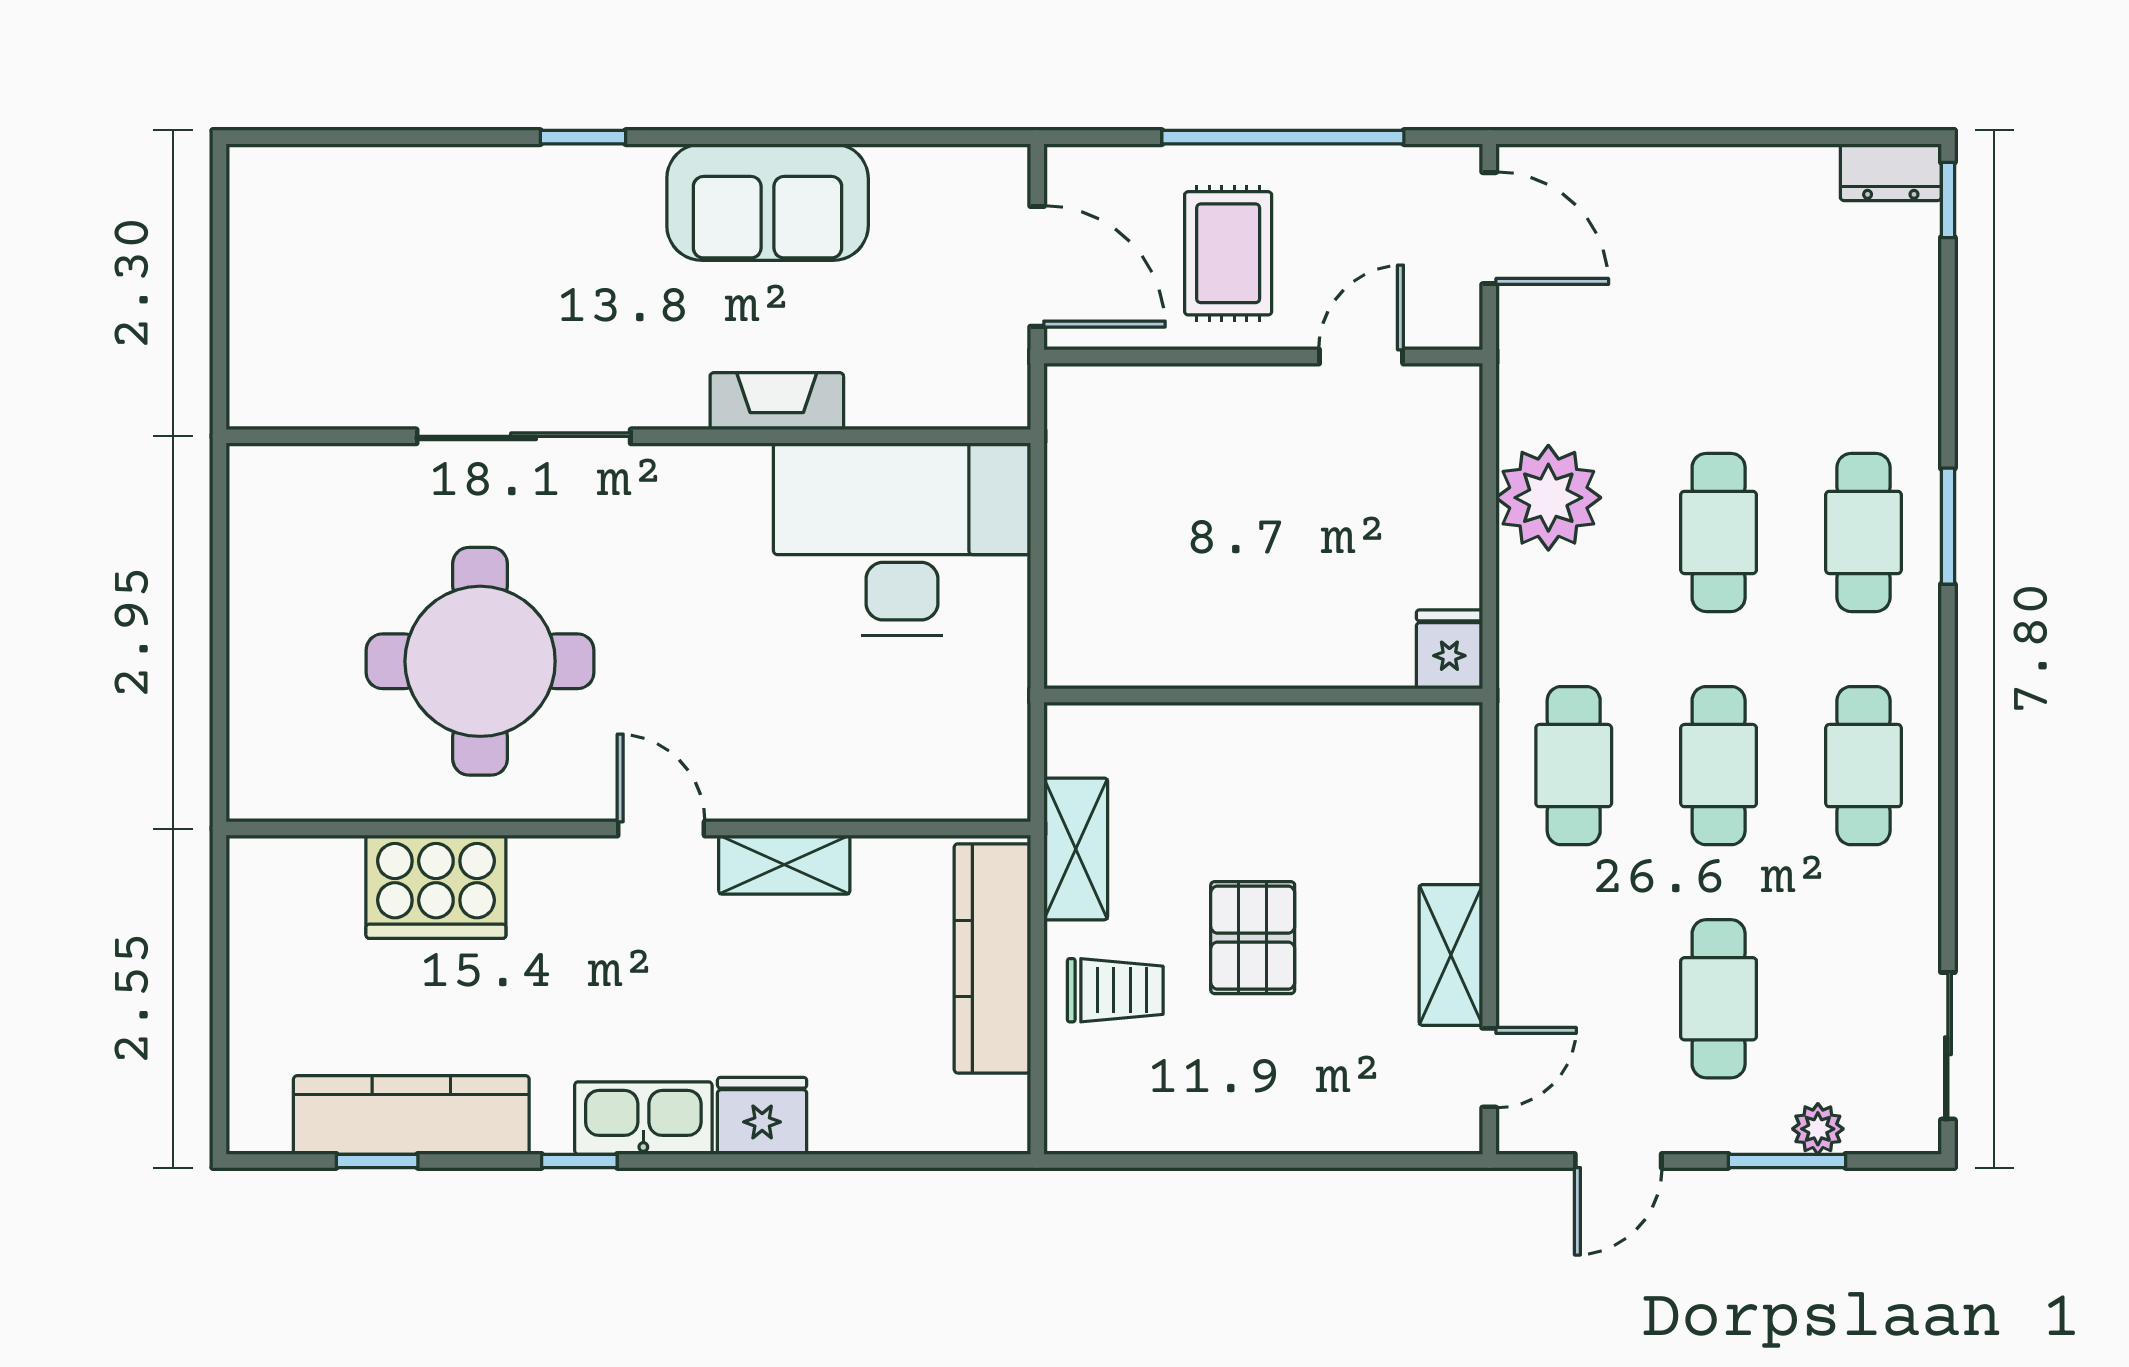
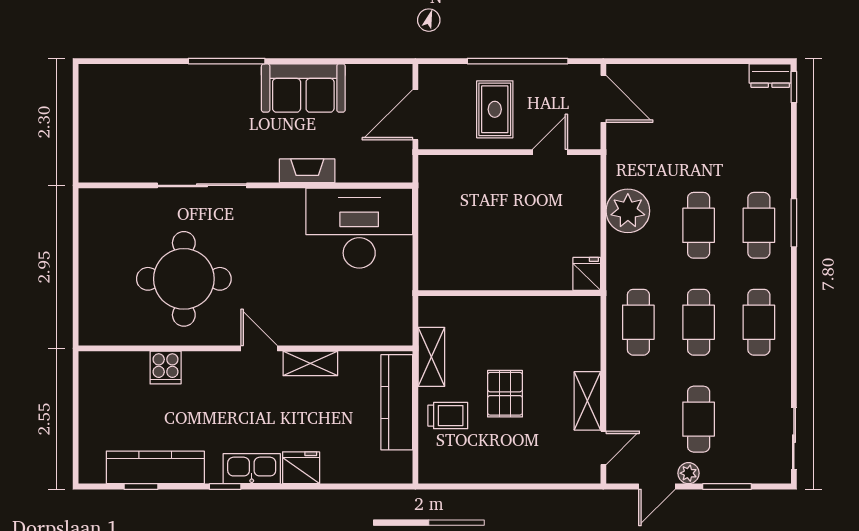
window: (583, 137) -> (227, 61), width x2.17
door: (1037, 266) -> (415, 115), swing flipped
cooker: (436, 887) -> (166, 368), width x0.53, depth x0.76
plant: (1818, 1129) -> (688, 473), moved

